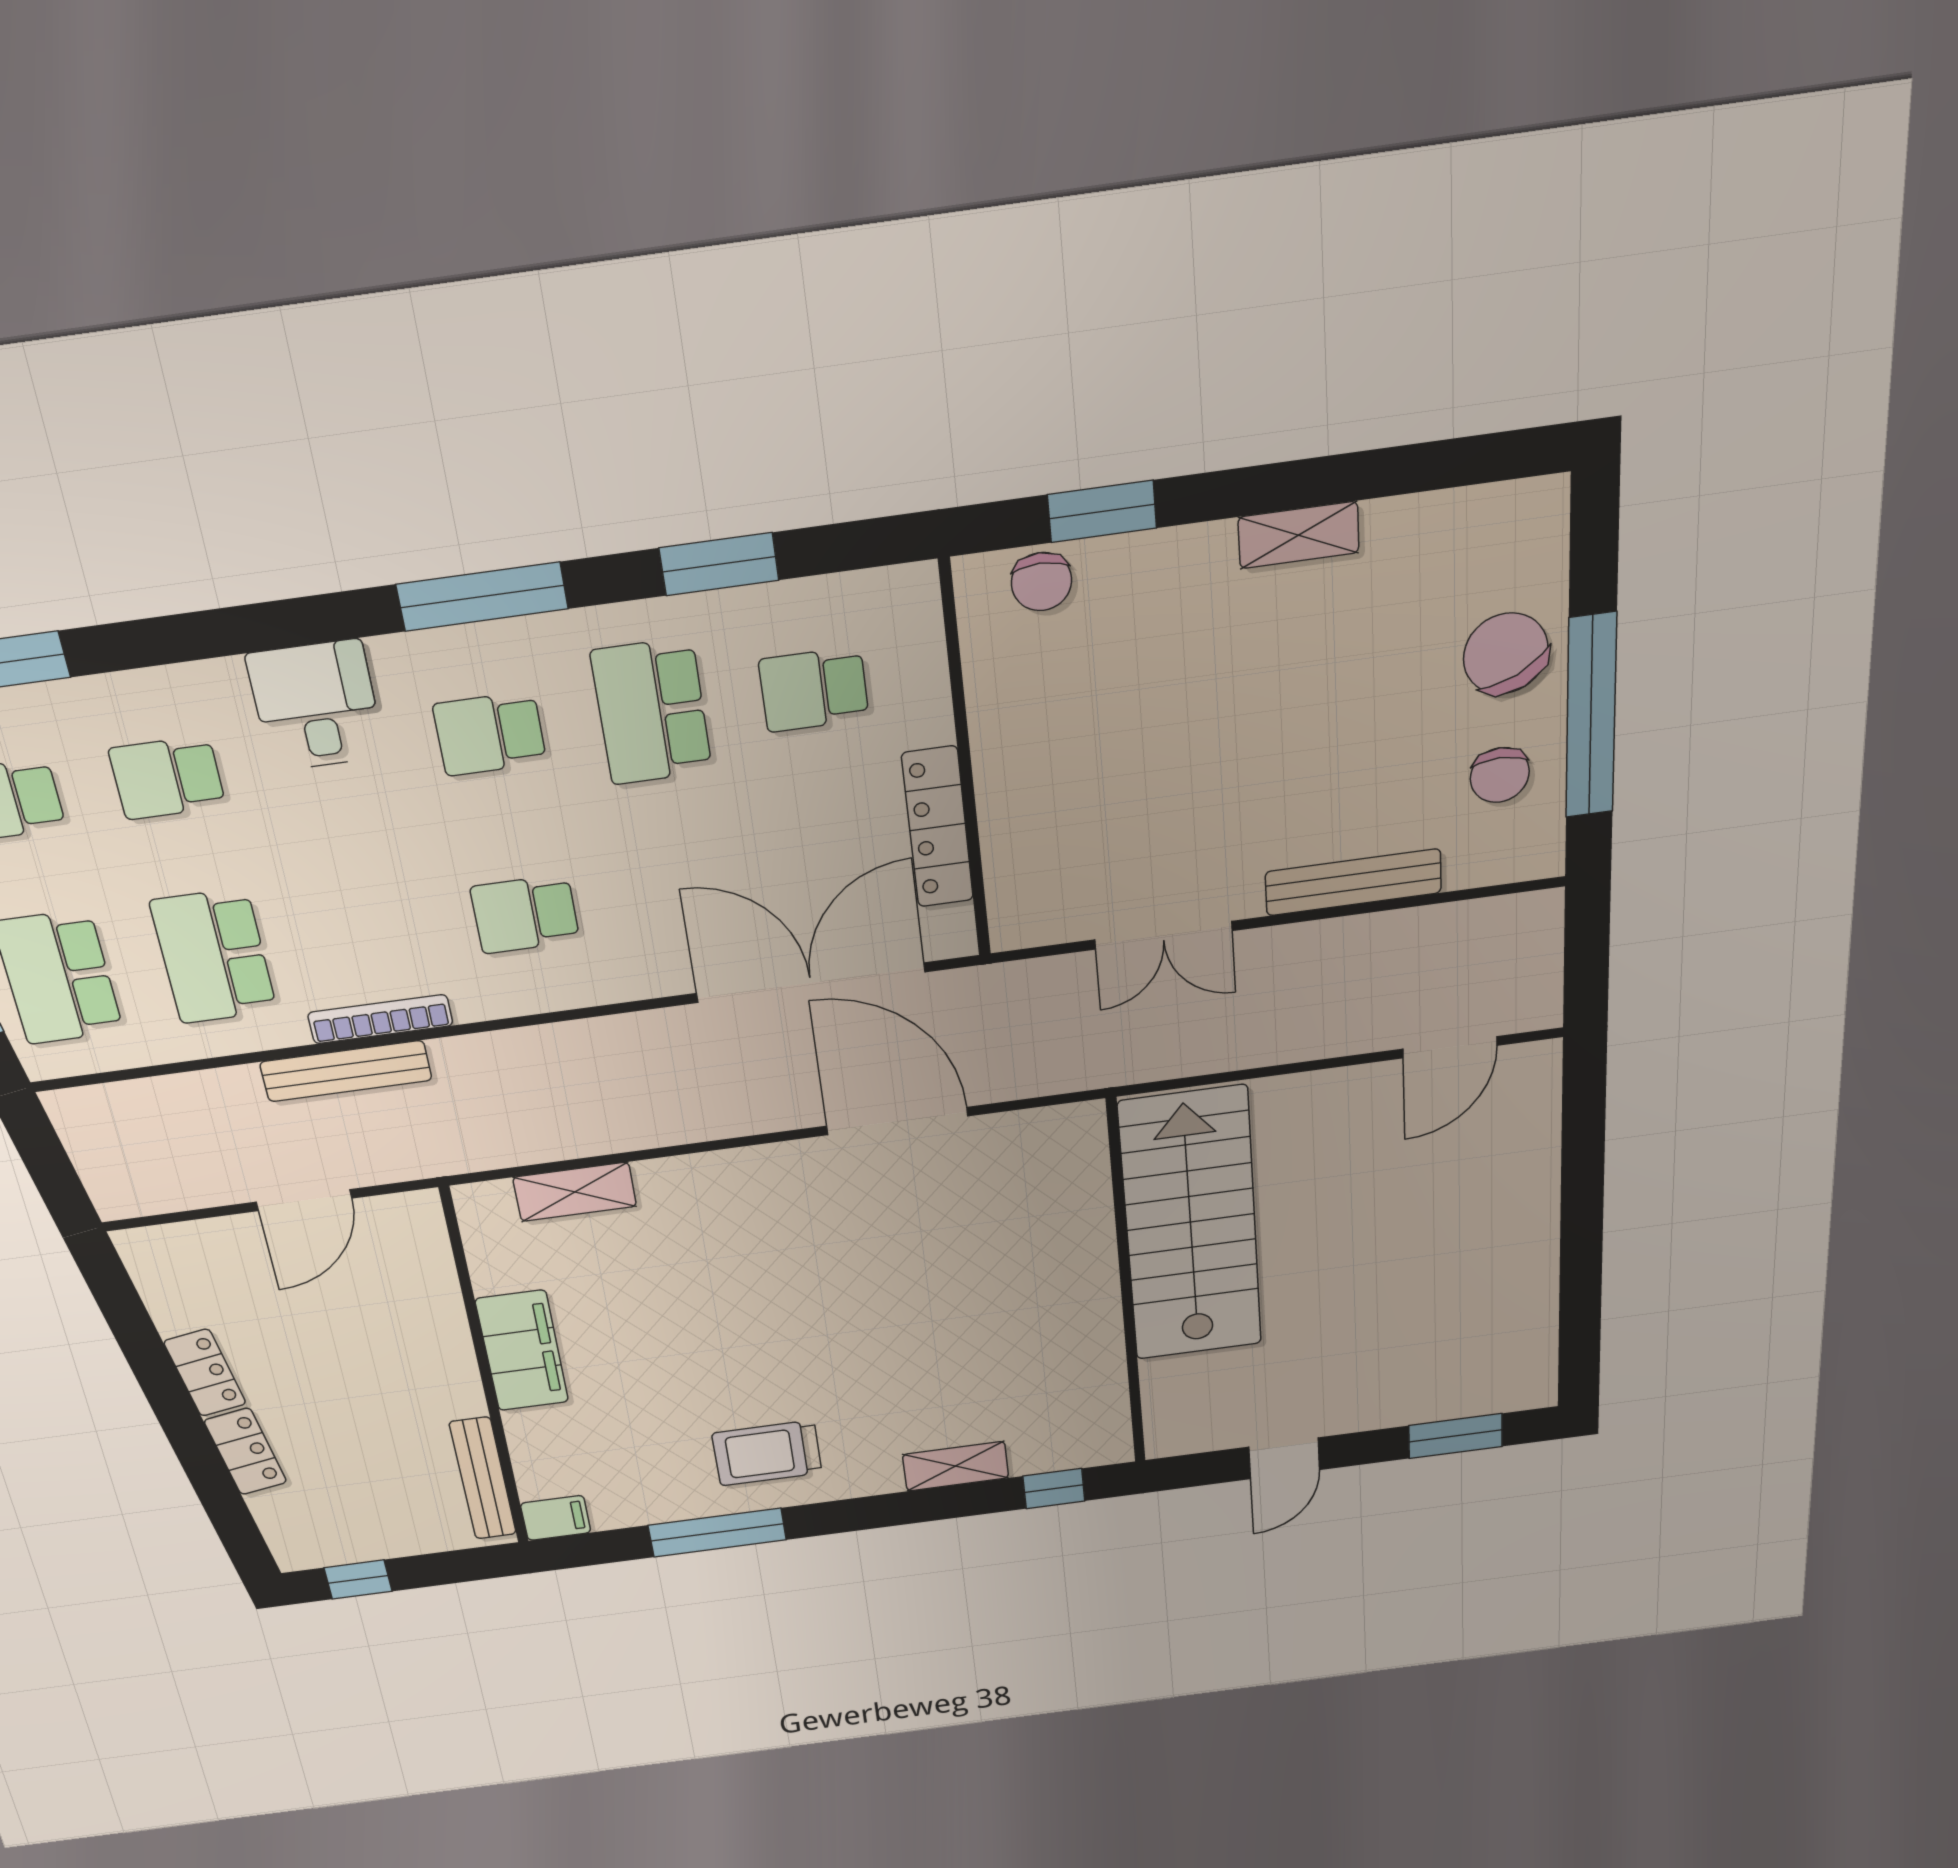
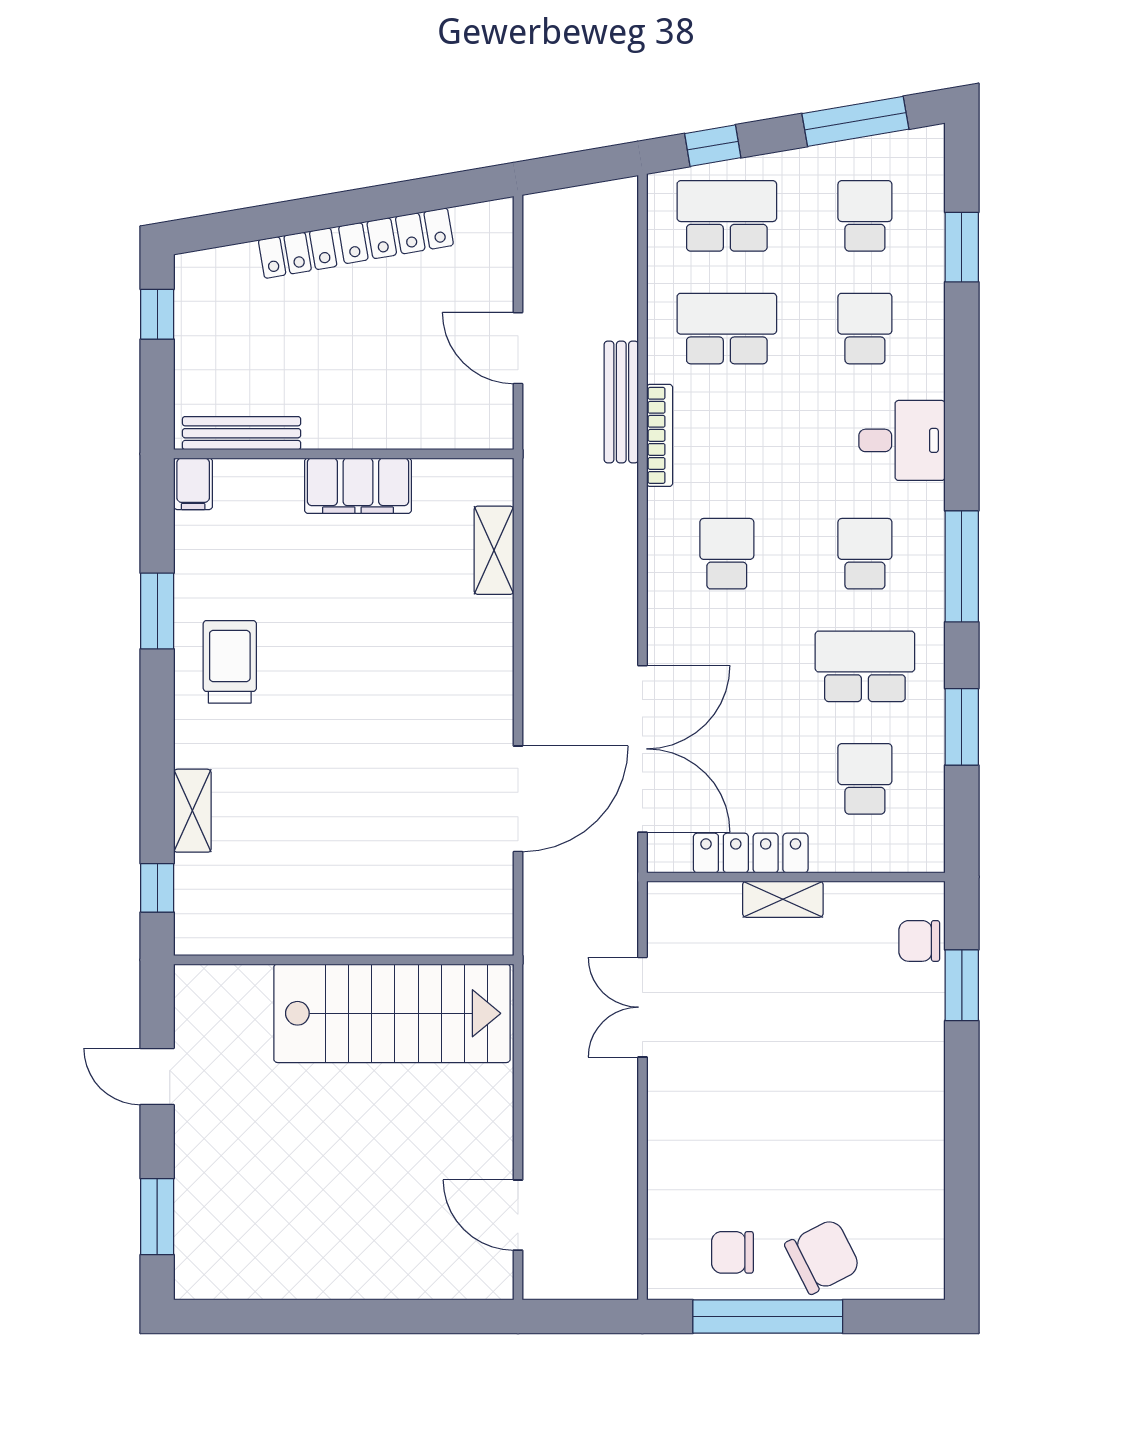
shelving: (1299, 535) -> (783, 899), moved, turned 90
bench: (1353, 882) -> (664, 1146), removed
locker: (205, 1373) -> (396, 236), width x1.53
window: (717, 1533) -> (157, 611), width x0.69

